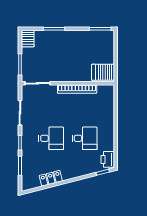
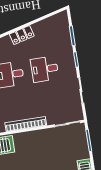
locker: (51, 178) -> (22, 35), moved

